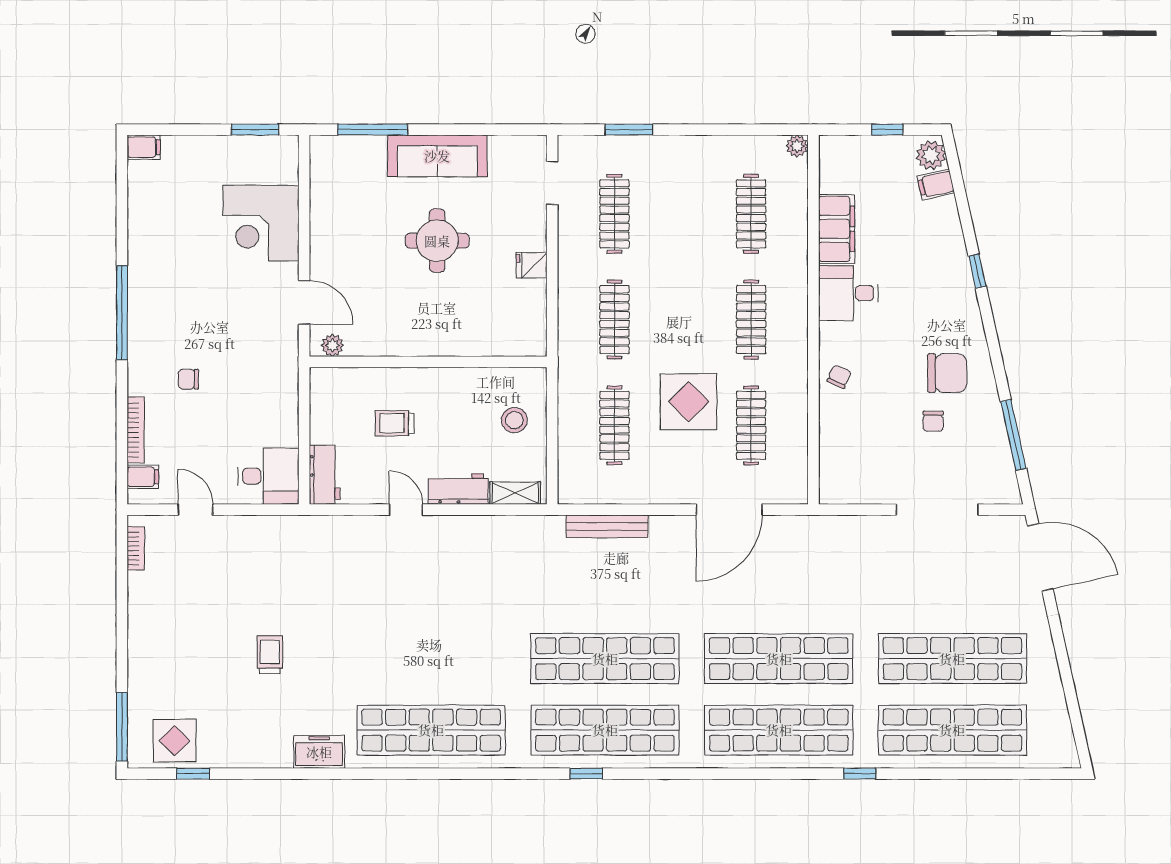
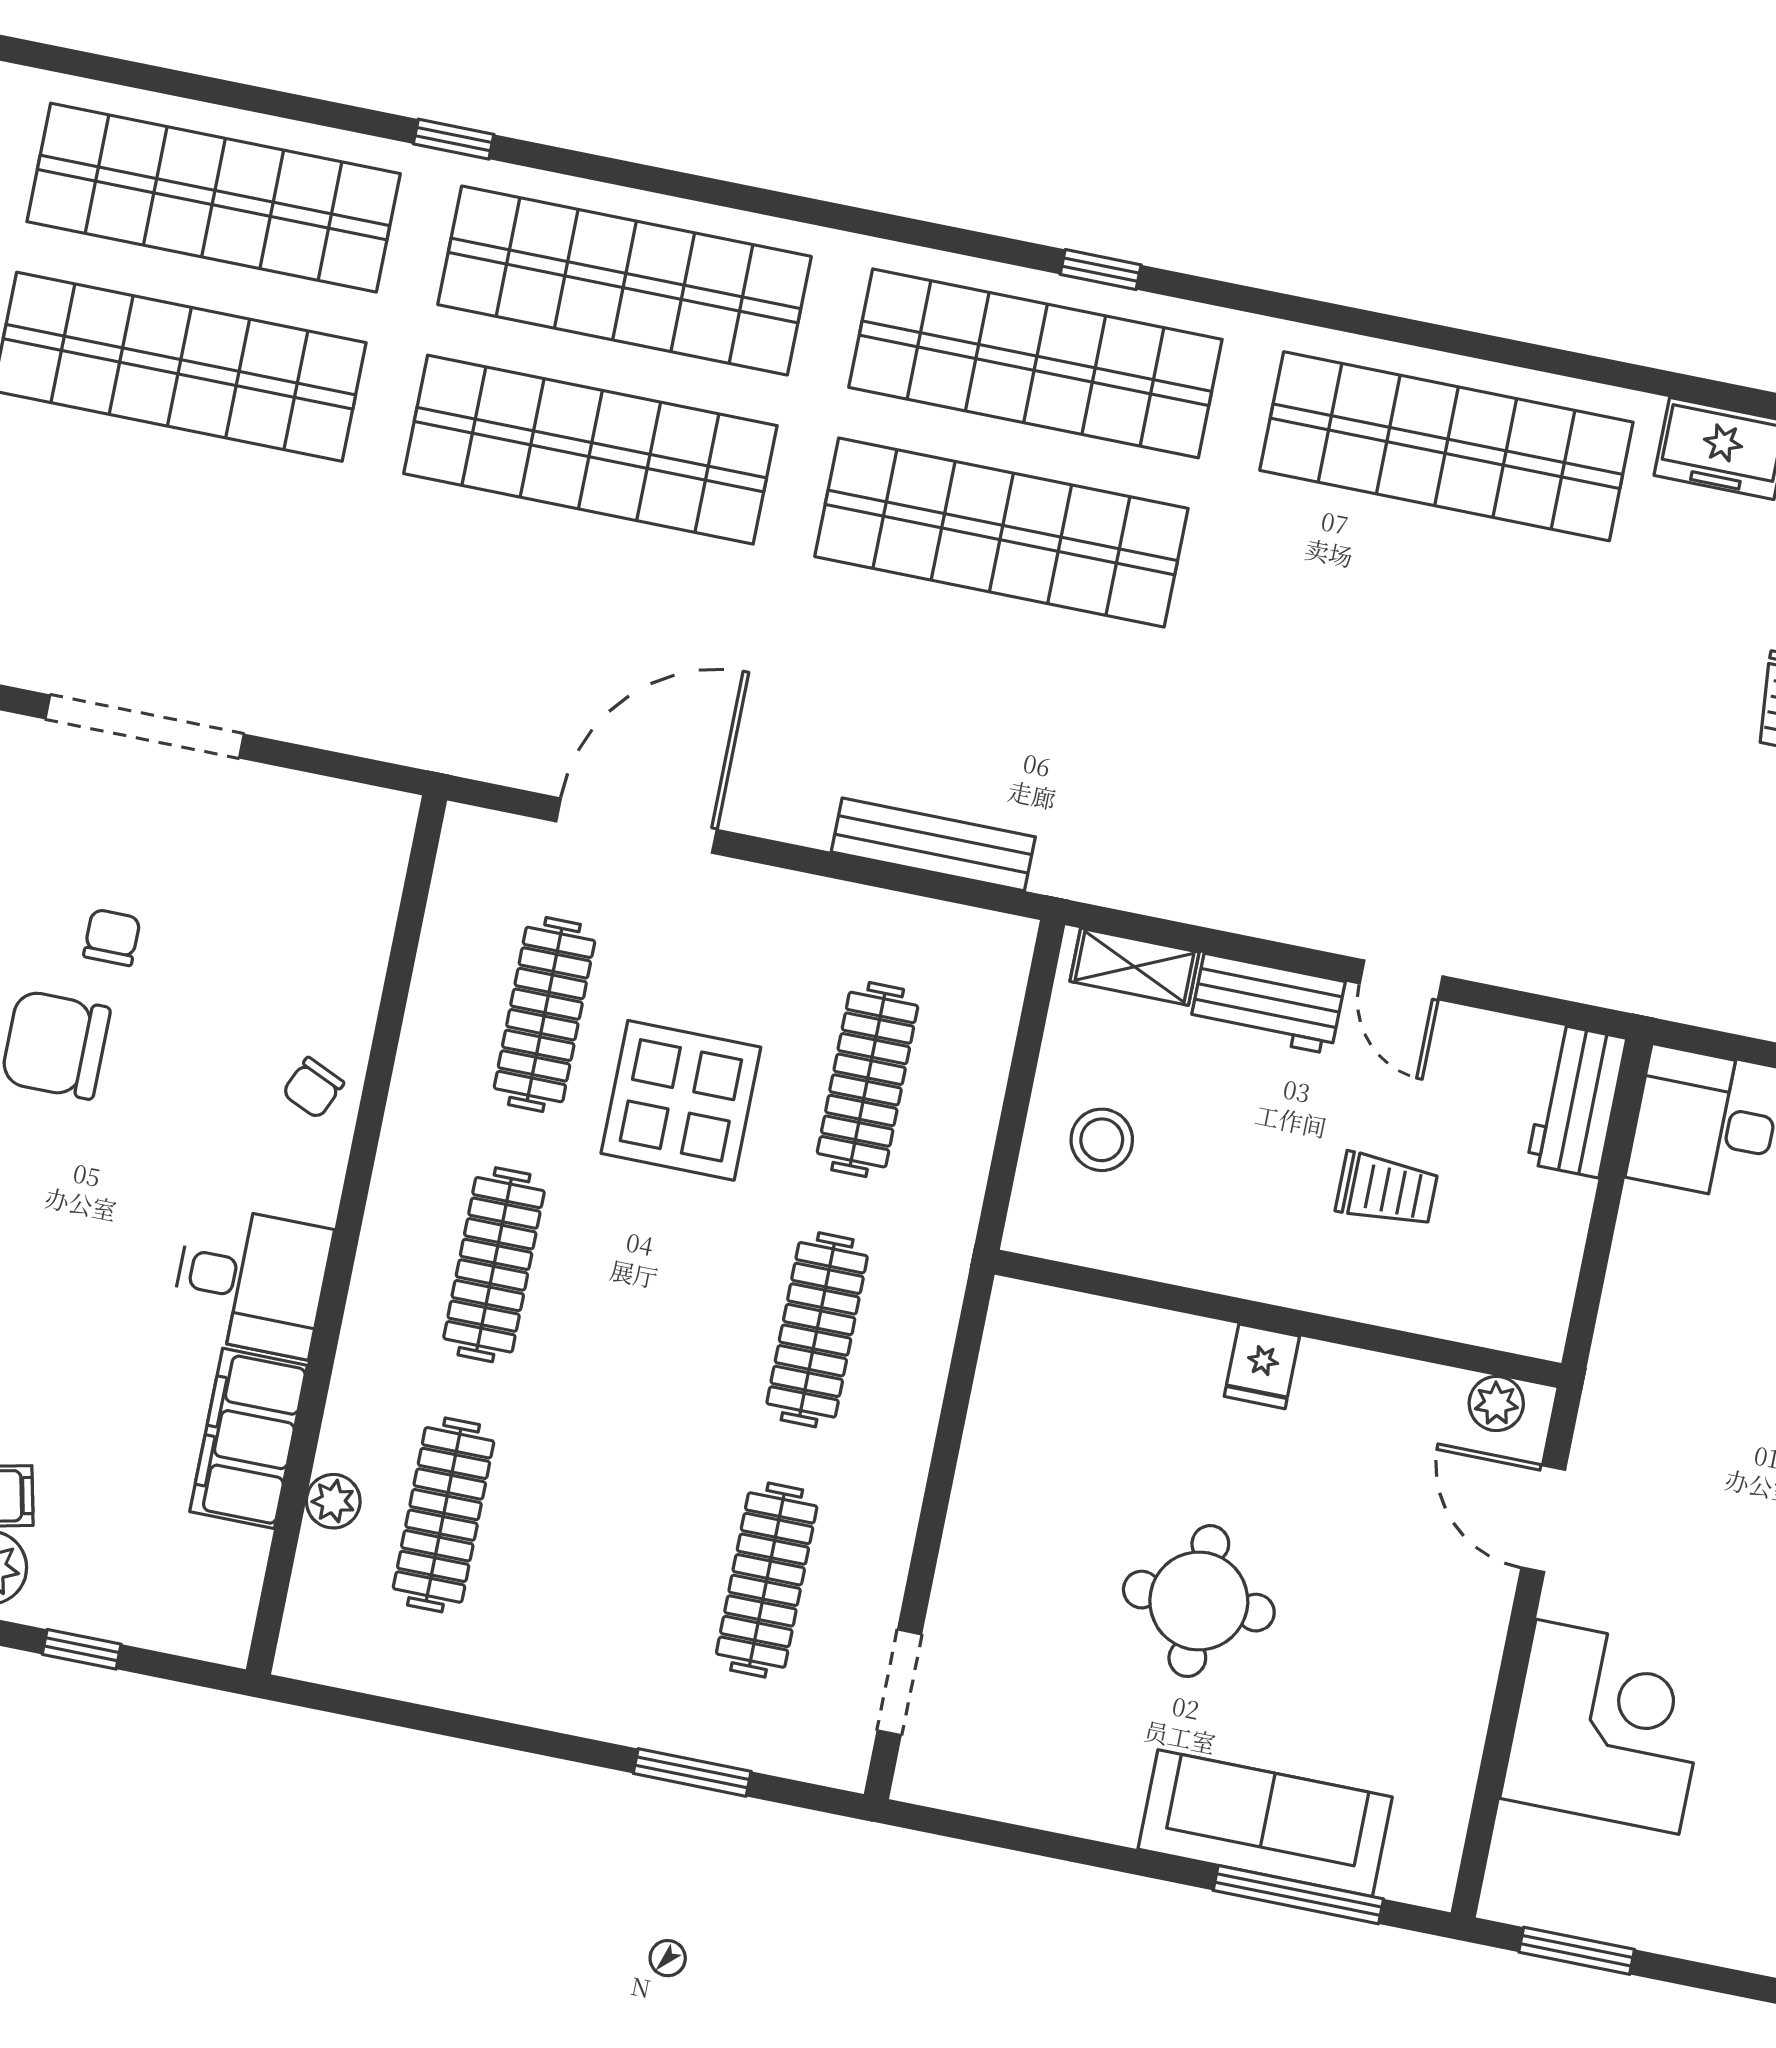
plant: (797, 146) -> (333, 1501), moved
sofa: (437, 156) -> (1265, 1823), moved
fridge: (532, 265) -> (1262, 1366), moved, turned 90

